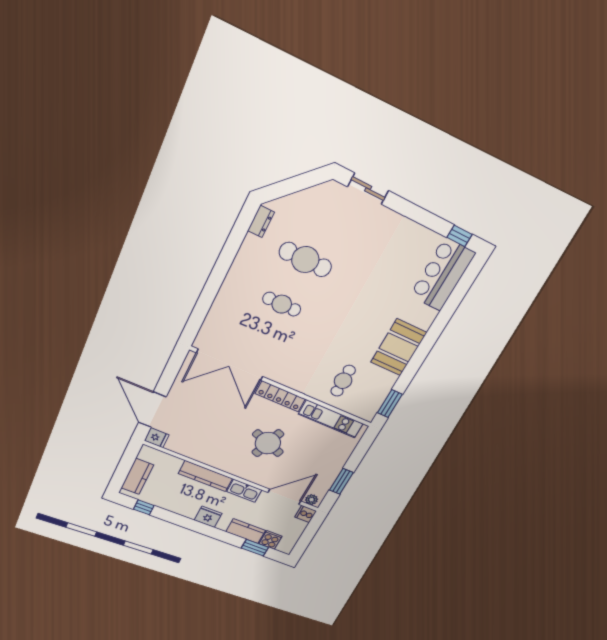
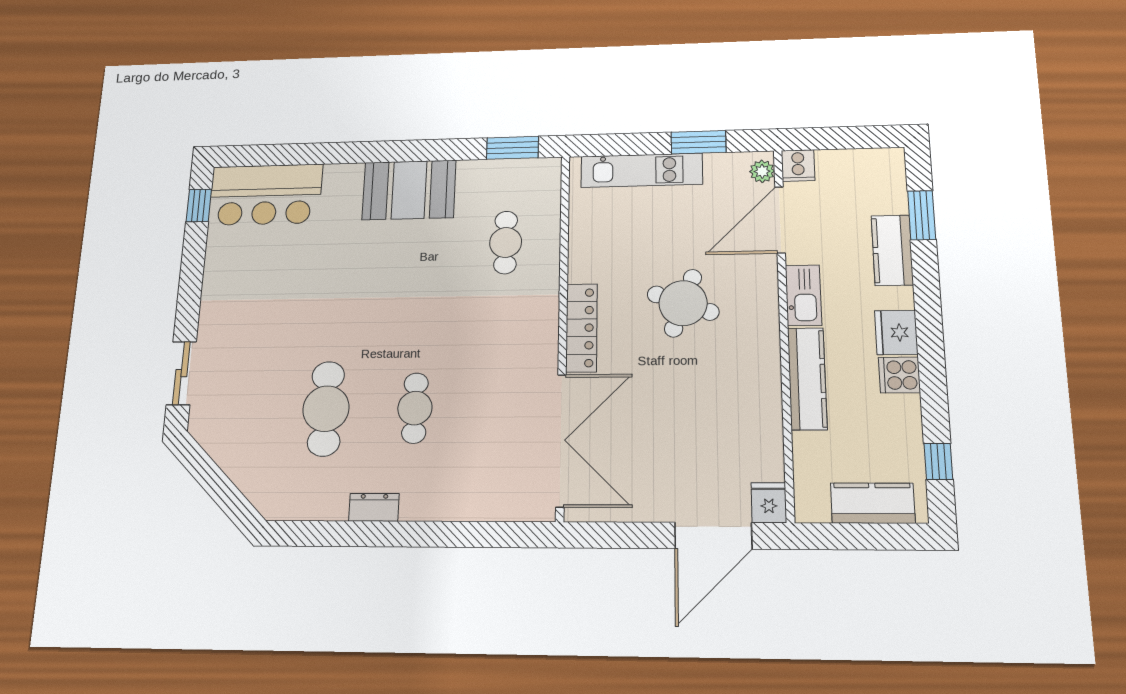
dresser: (261, 221) -> (374, 507), moved
cafe table: (343, 381) -> (506, 242), turned 90
kitchen unit: (331, 419) -> (642, 170), moved, turned 90
door: (284, 497) -> (780, 220), hinge flipped
cooker: (270, 540) -> (899, 375), moved

